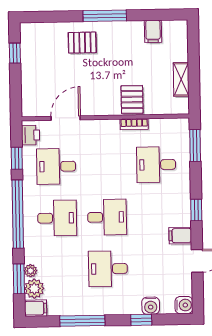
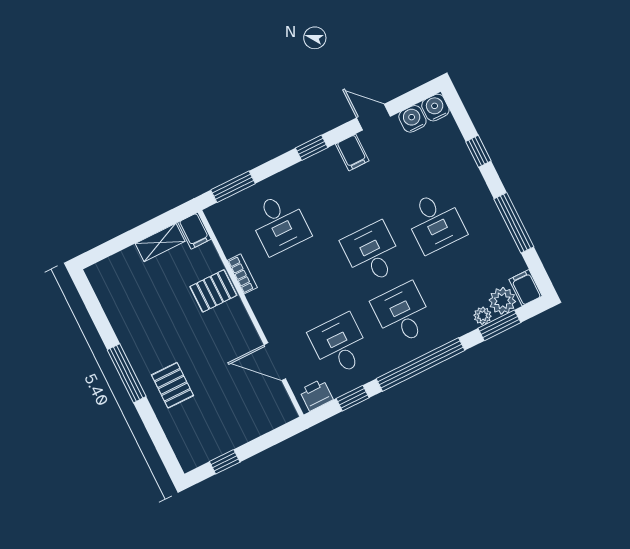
filing cabinet: (153, 31) -> (195, 231), moved, turned 90
desk: (56, 166) -> (340, 345), turned 180
water cooler: (151, 306) -> (412, 119), moved, turned -90

